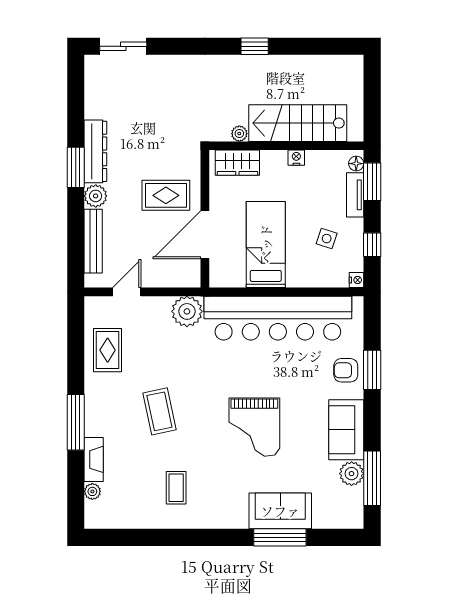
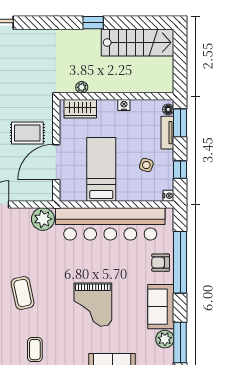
stairs: (298, 123) -> (138, 43), moved, turned 180
window: (372, 370) -> (180, 262), width x2.11

